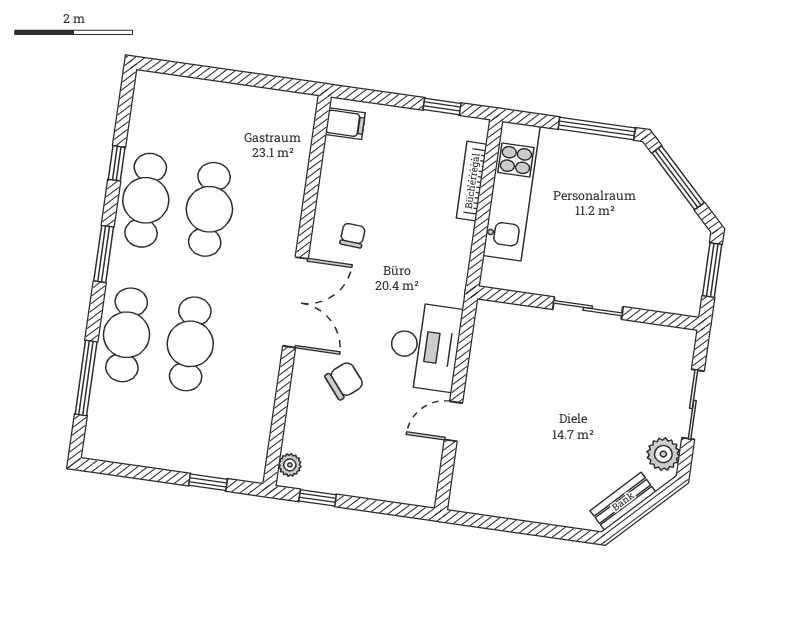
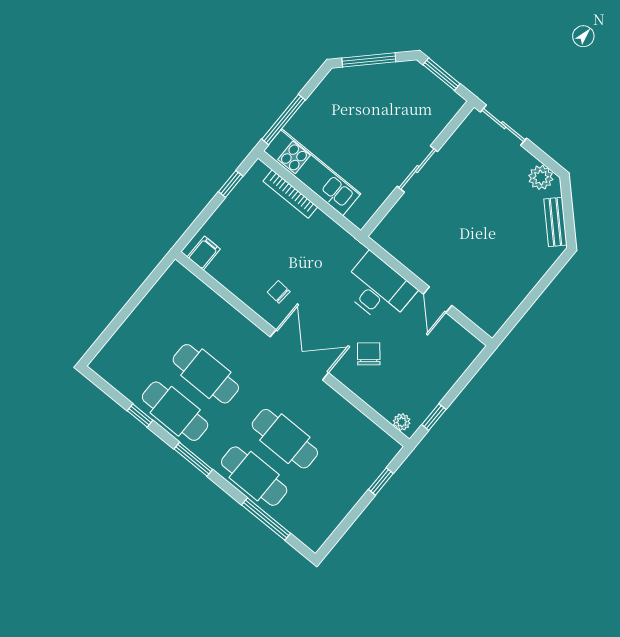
window: (597, 129) -> (284, 120), moved
sliding door: (693, 404) -> (504, 125), moved

